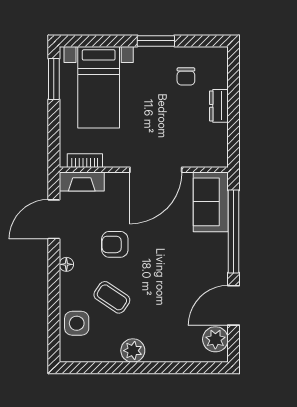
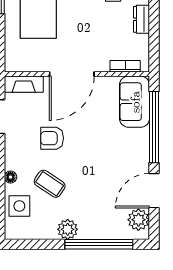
bookcase: (85, 161) -> (125, 66), moved
door: (156, 170) -> (72, 74), moved
floor lamp: (66, 264) -> (10, 177), moved
window: (169, 368) -> (99, 244), added

